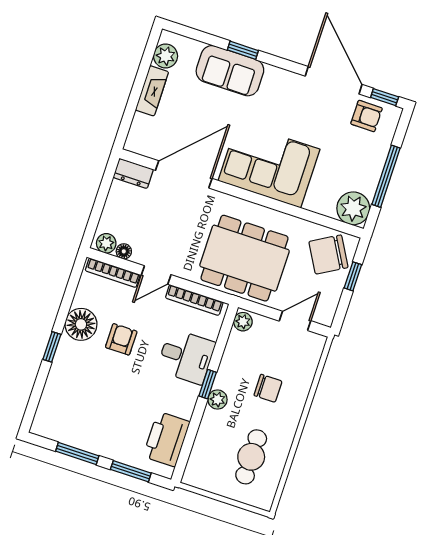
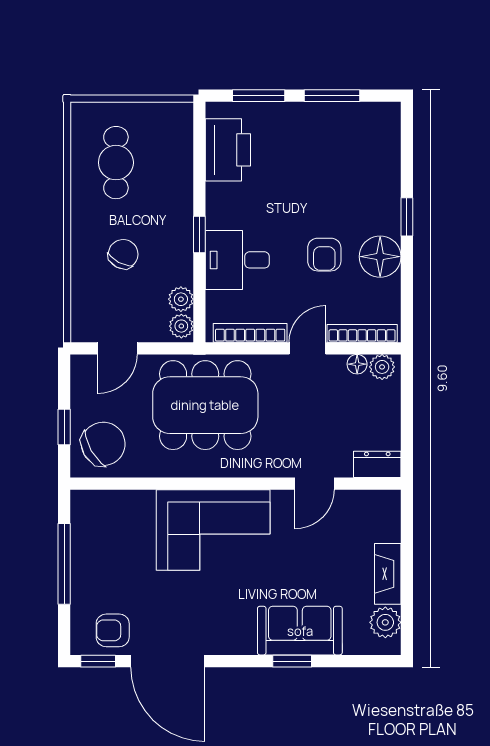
door: (184, 174) -> (314, 484), width x0.53
plant: (353, 208) -> (91, 511), removed
chair: (268, 388) -> (123, 254), turned 118
plant: (218, 400) -> (181, 299), moved

